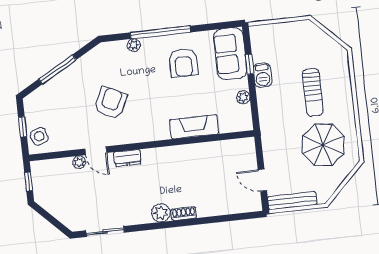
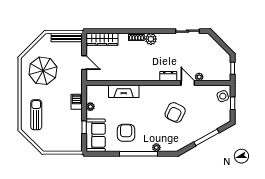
barbecue: (263, 75) -> (77, 102), moved
sun lounger: (313, 92) -> (36, 115), moved
door: (262, 180) -> (84, 63), moved
wardrobe: (237, 204) -> (102, 39), added

